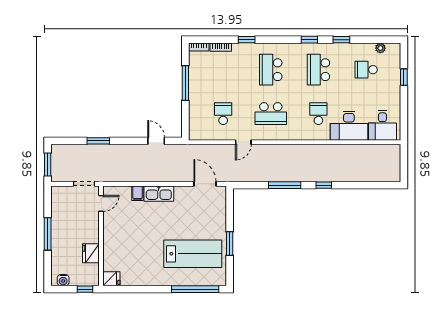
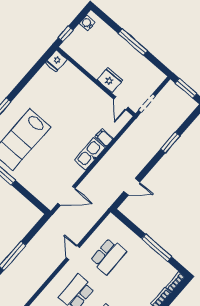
school desk: (223, 114) -> (108, 256), width x1.85
fridge: (91, 253) -> (110, 80), moved

